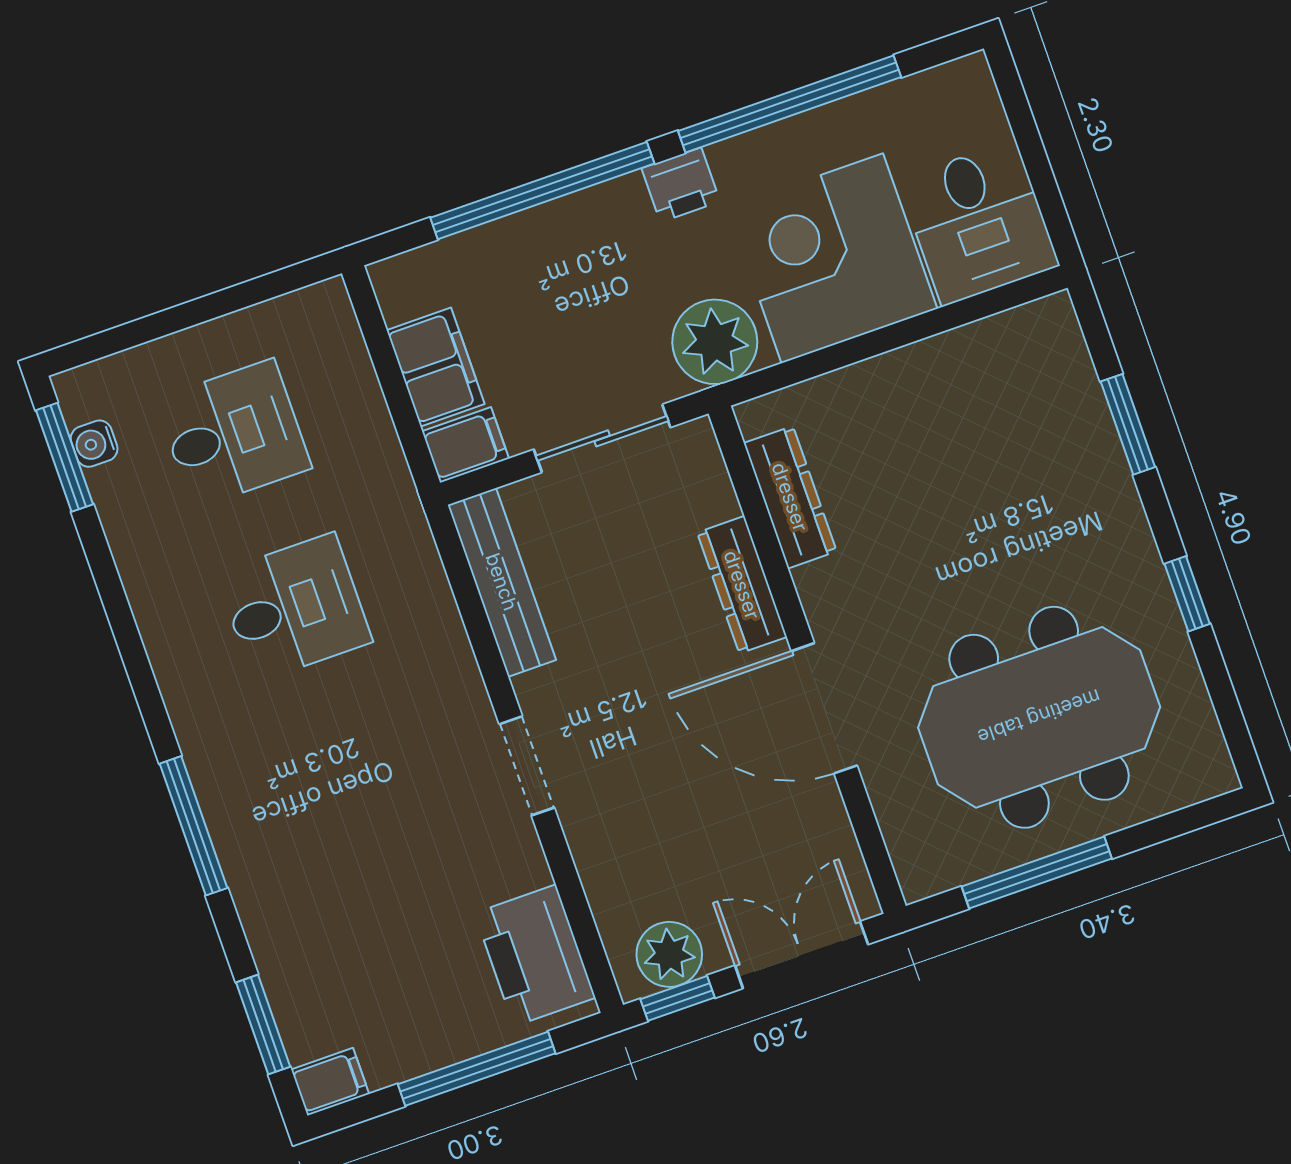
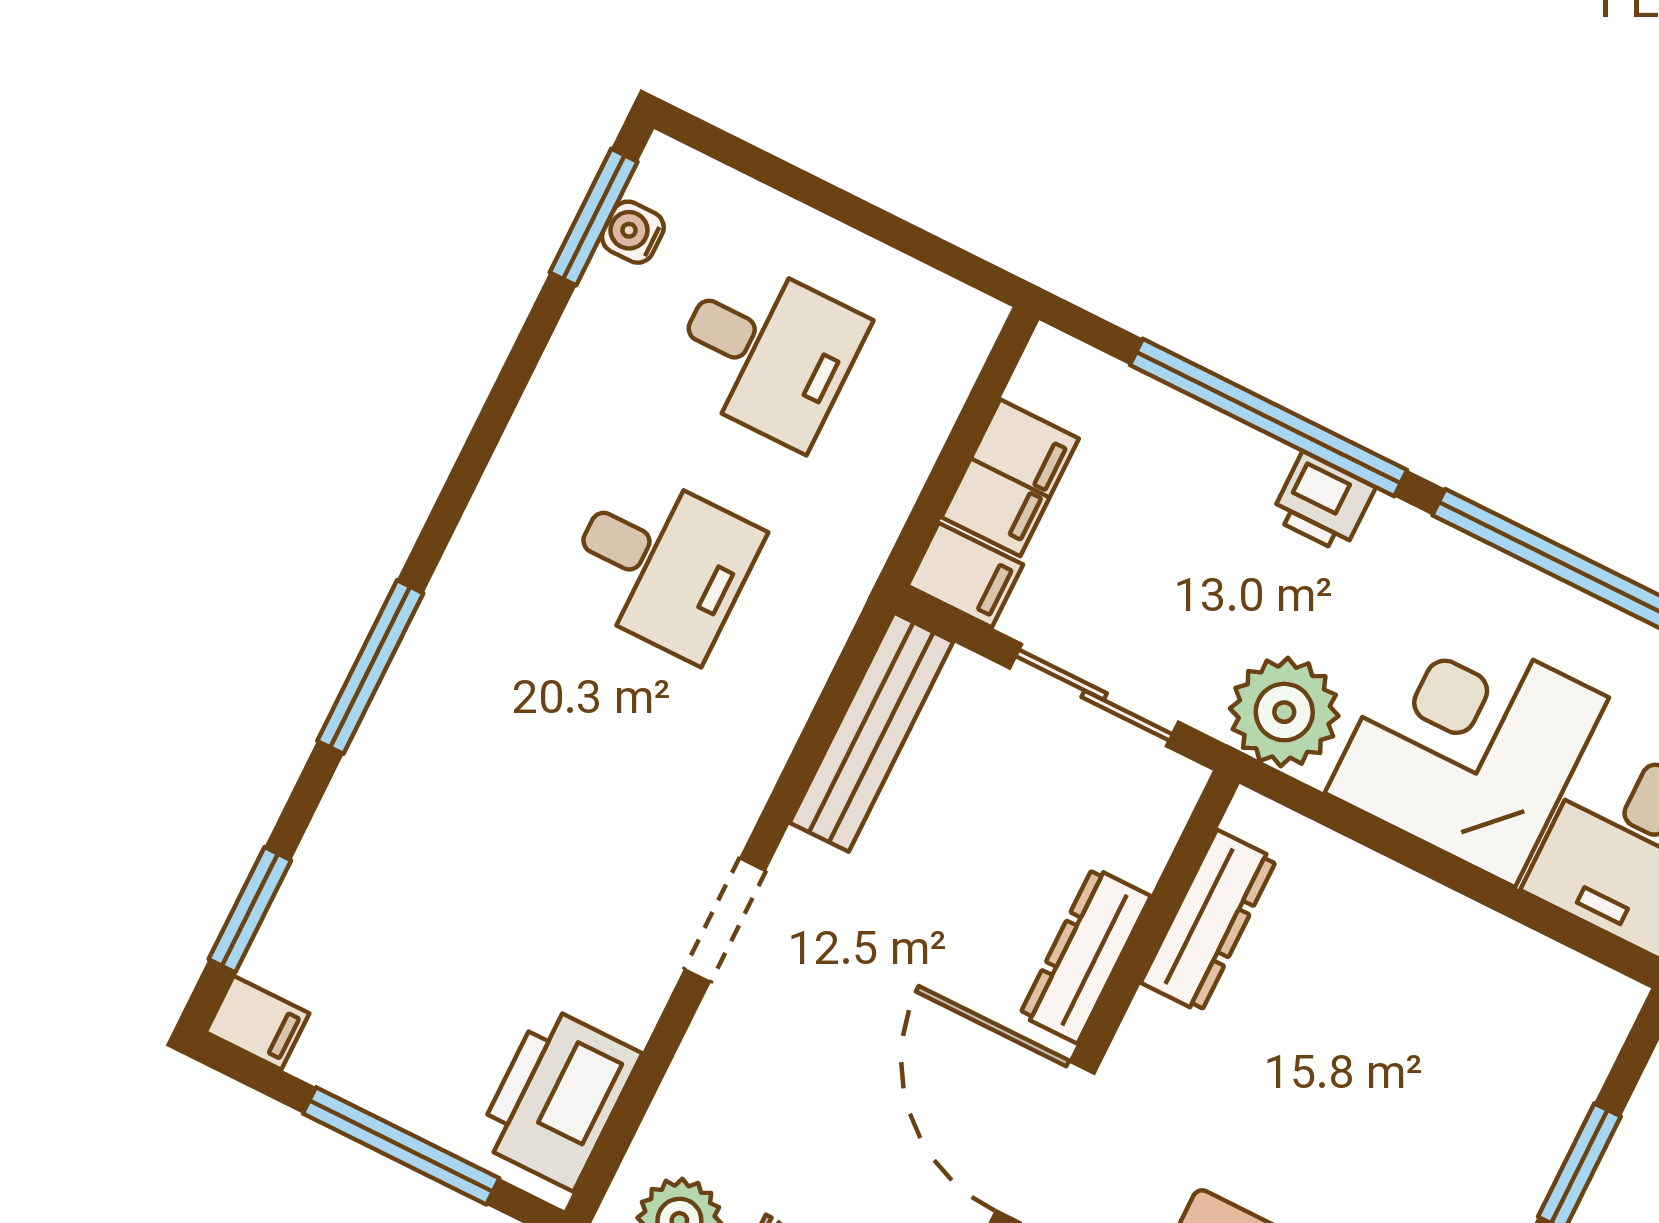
printer: (681, 185) -> (1323, 502), moved

